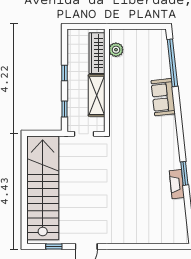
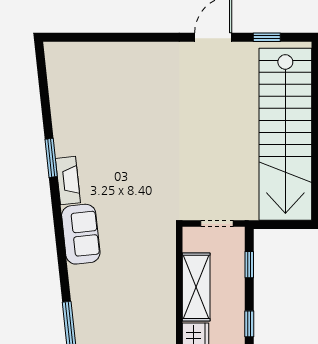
sofa: (163, 97) -> (81, 234), moved
fireplace: (177, 184) -> (68, 181), moved

